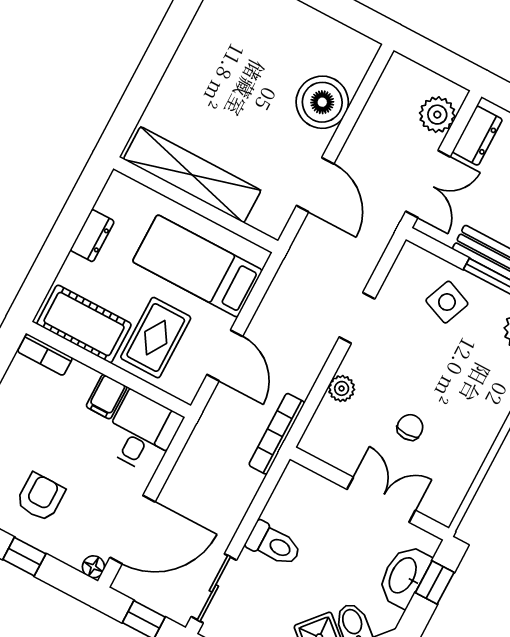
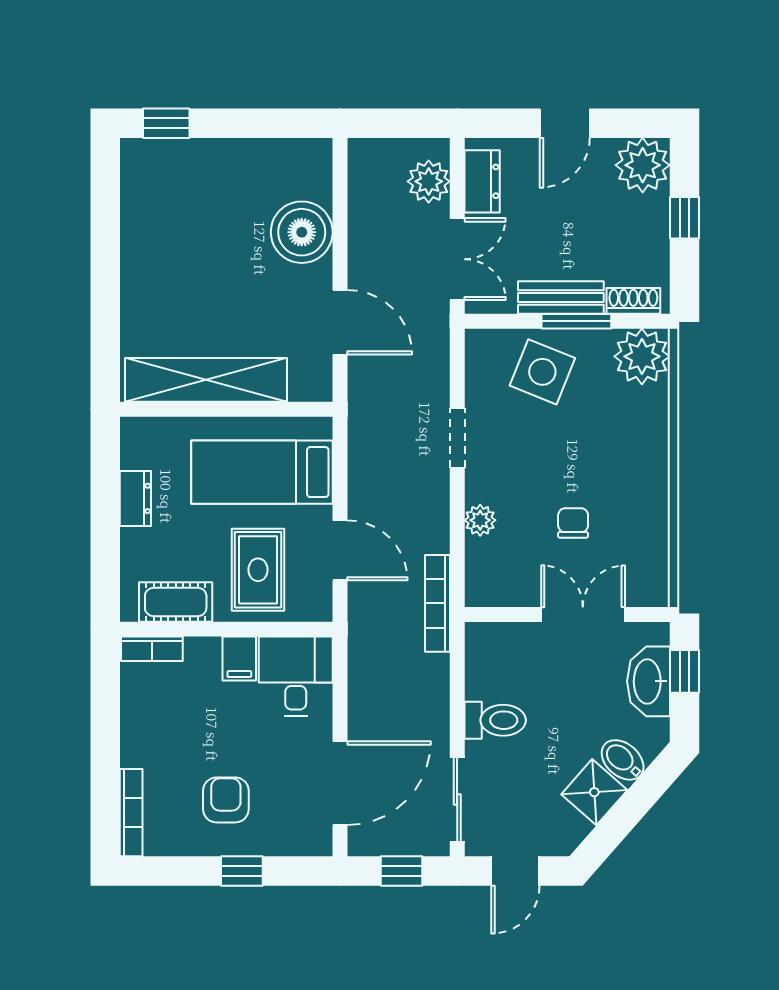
side table: (447, 302) -> (542, 372), width x1.37, depth x1.37
cot: (84, 324) -> (176, 602), width x0.73, depth x0.75
floor lamp: (93, 567) -> (320, 843), removed

